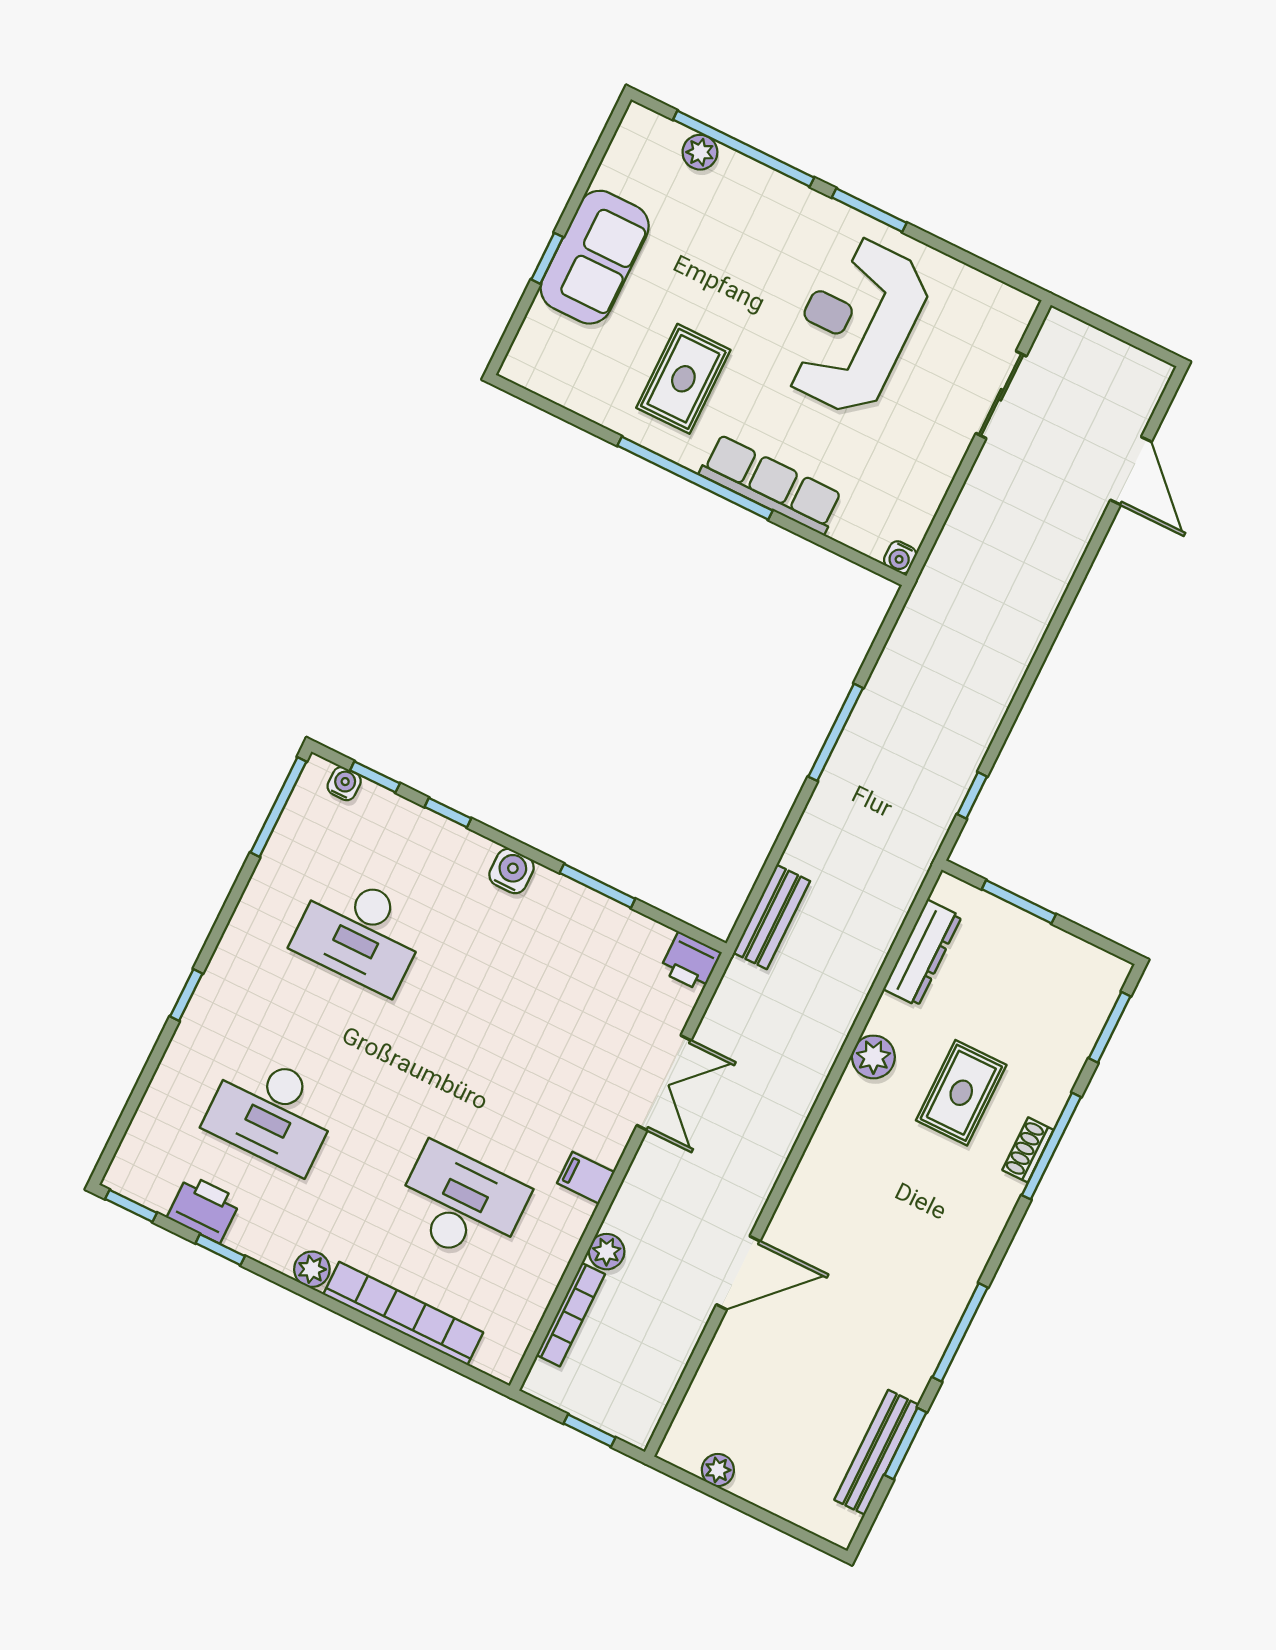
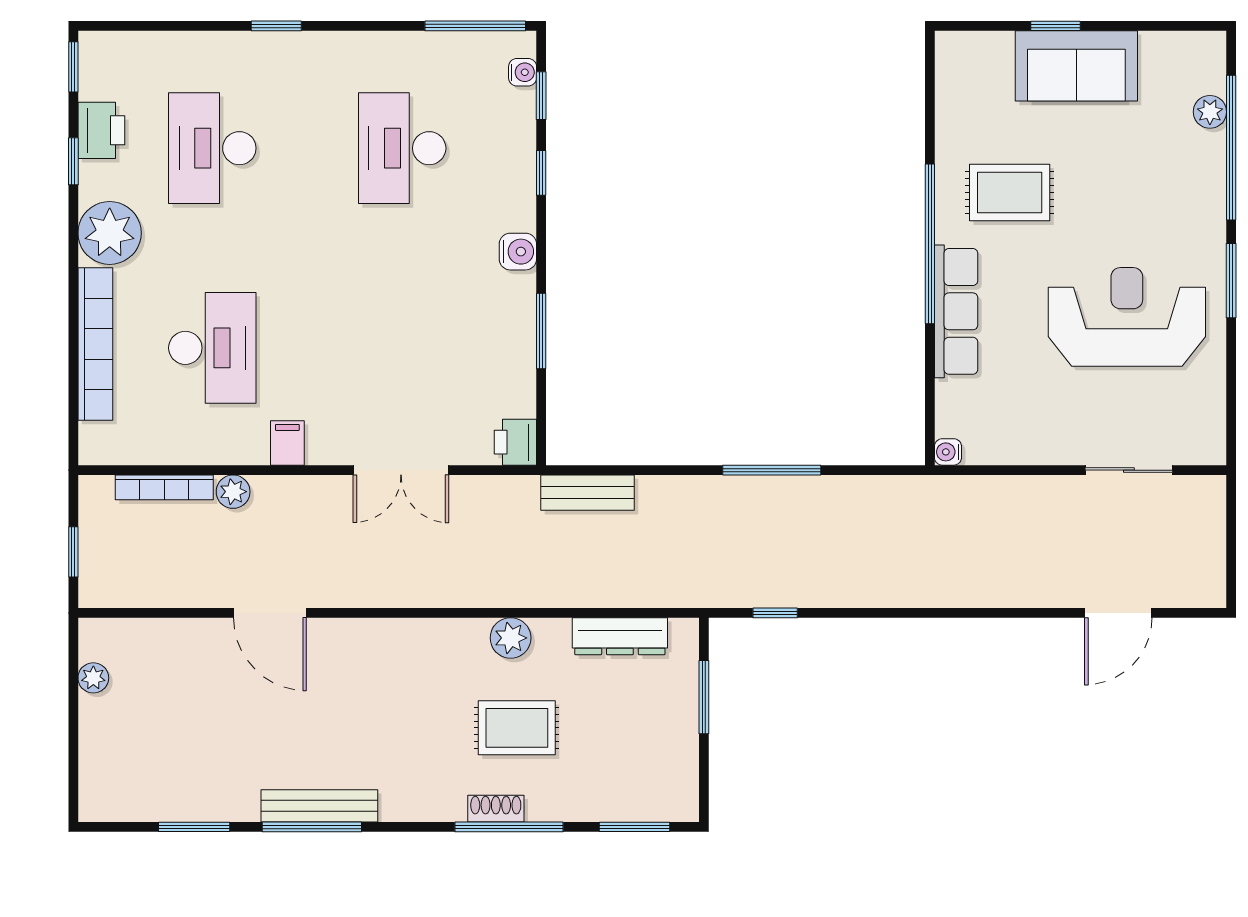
plant: (312, 1269) -> (110, 233), width x1.88, depth x1.88
bench: (877, 1452) -> (319, 806), moved

